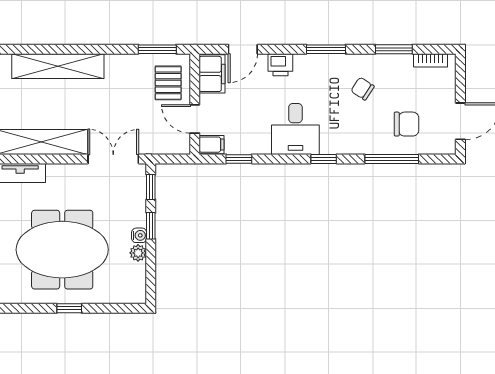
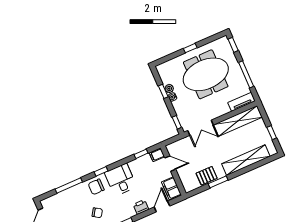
window: (157, 49) -> (218, 182), moved
pallet: (168, 83) -> (207, 176), moved, turned 90
chair: (406, 124) -> (96, 187), moved
window: (151, 226) -> (163, 91), moved

